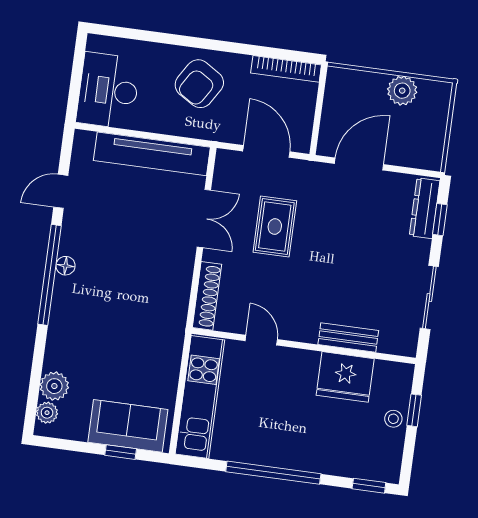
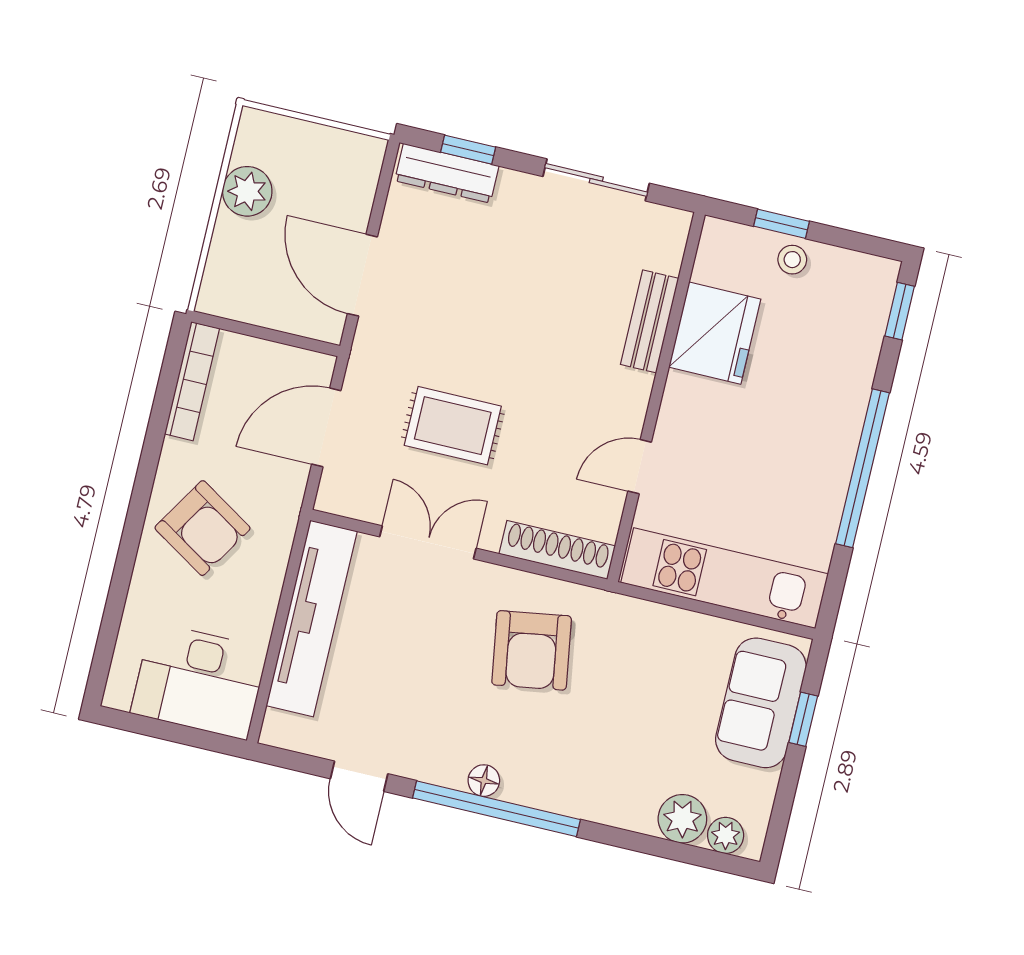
armchair: (146, 287) -> (532, 650), added

